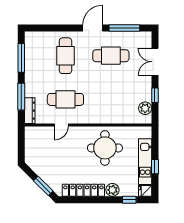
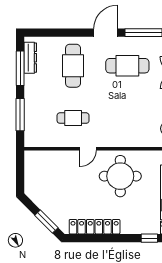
cafe table: (65, 99) -> (73, 118), width x0.73, depth x0.74
dresser: (30, 111) -> (30, 58), moved
door: (61, 125) -> (88, 149), moved
plant: (112, 190) -> (129, 226), removed

